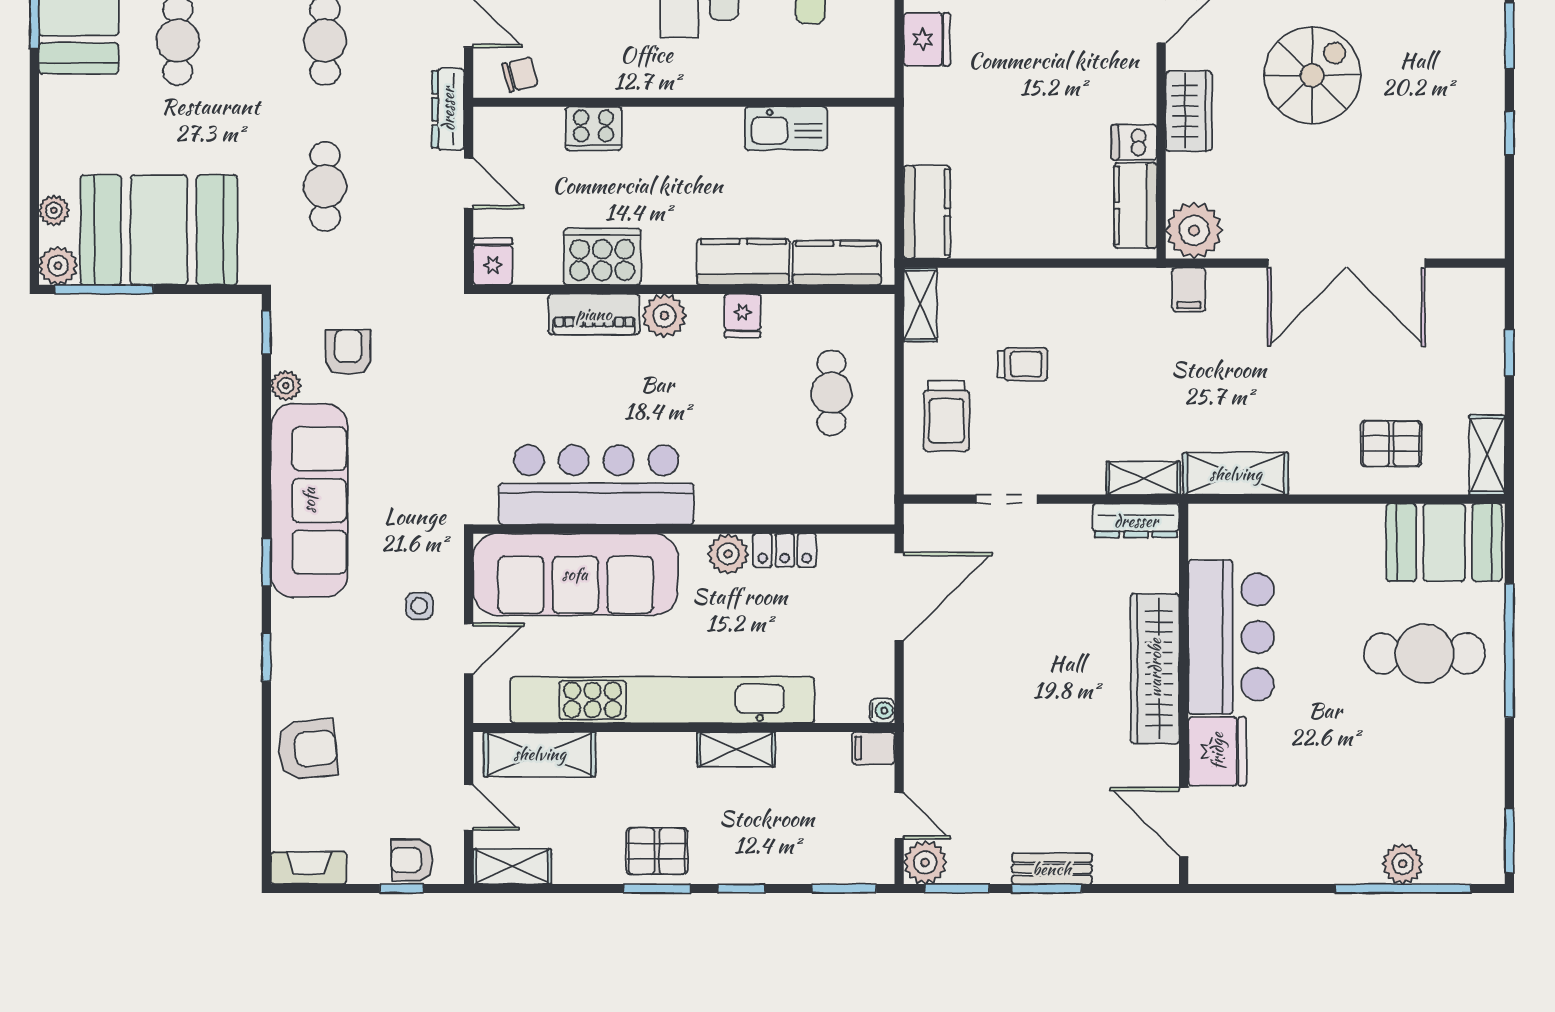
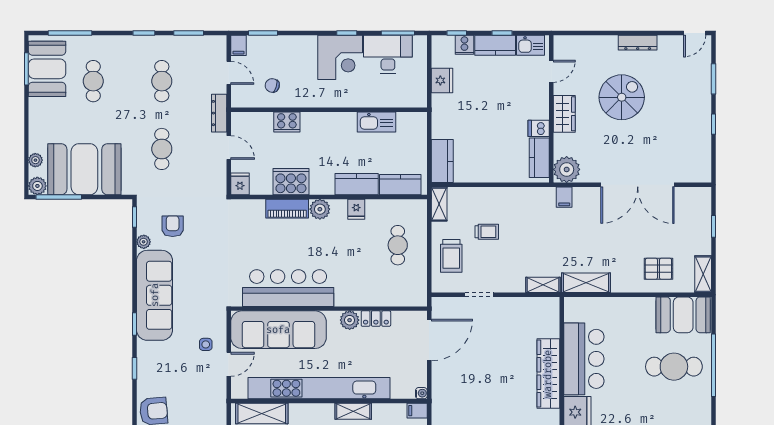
chair: (520, 74) -> (272, 85), moved, turned -149
dresser: (1136, 521) -> (539, 305), removed

